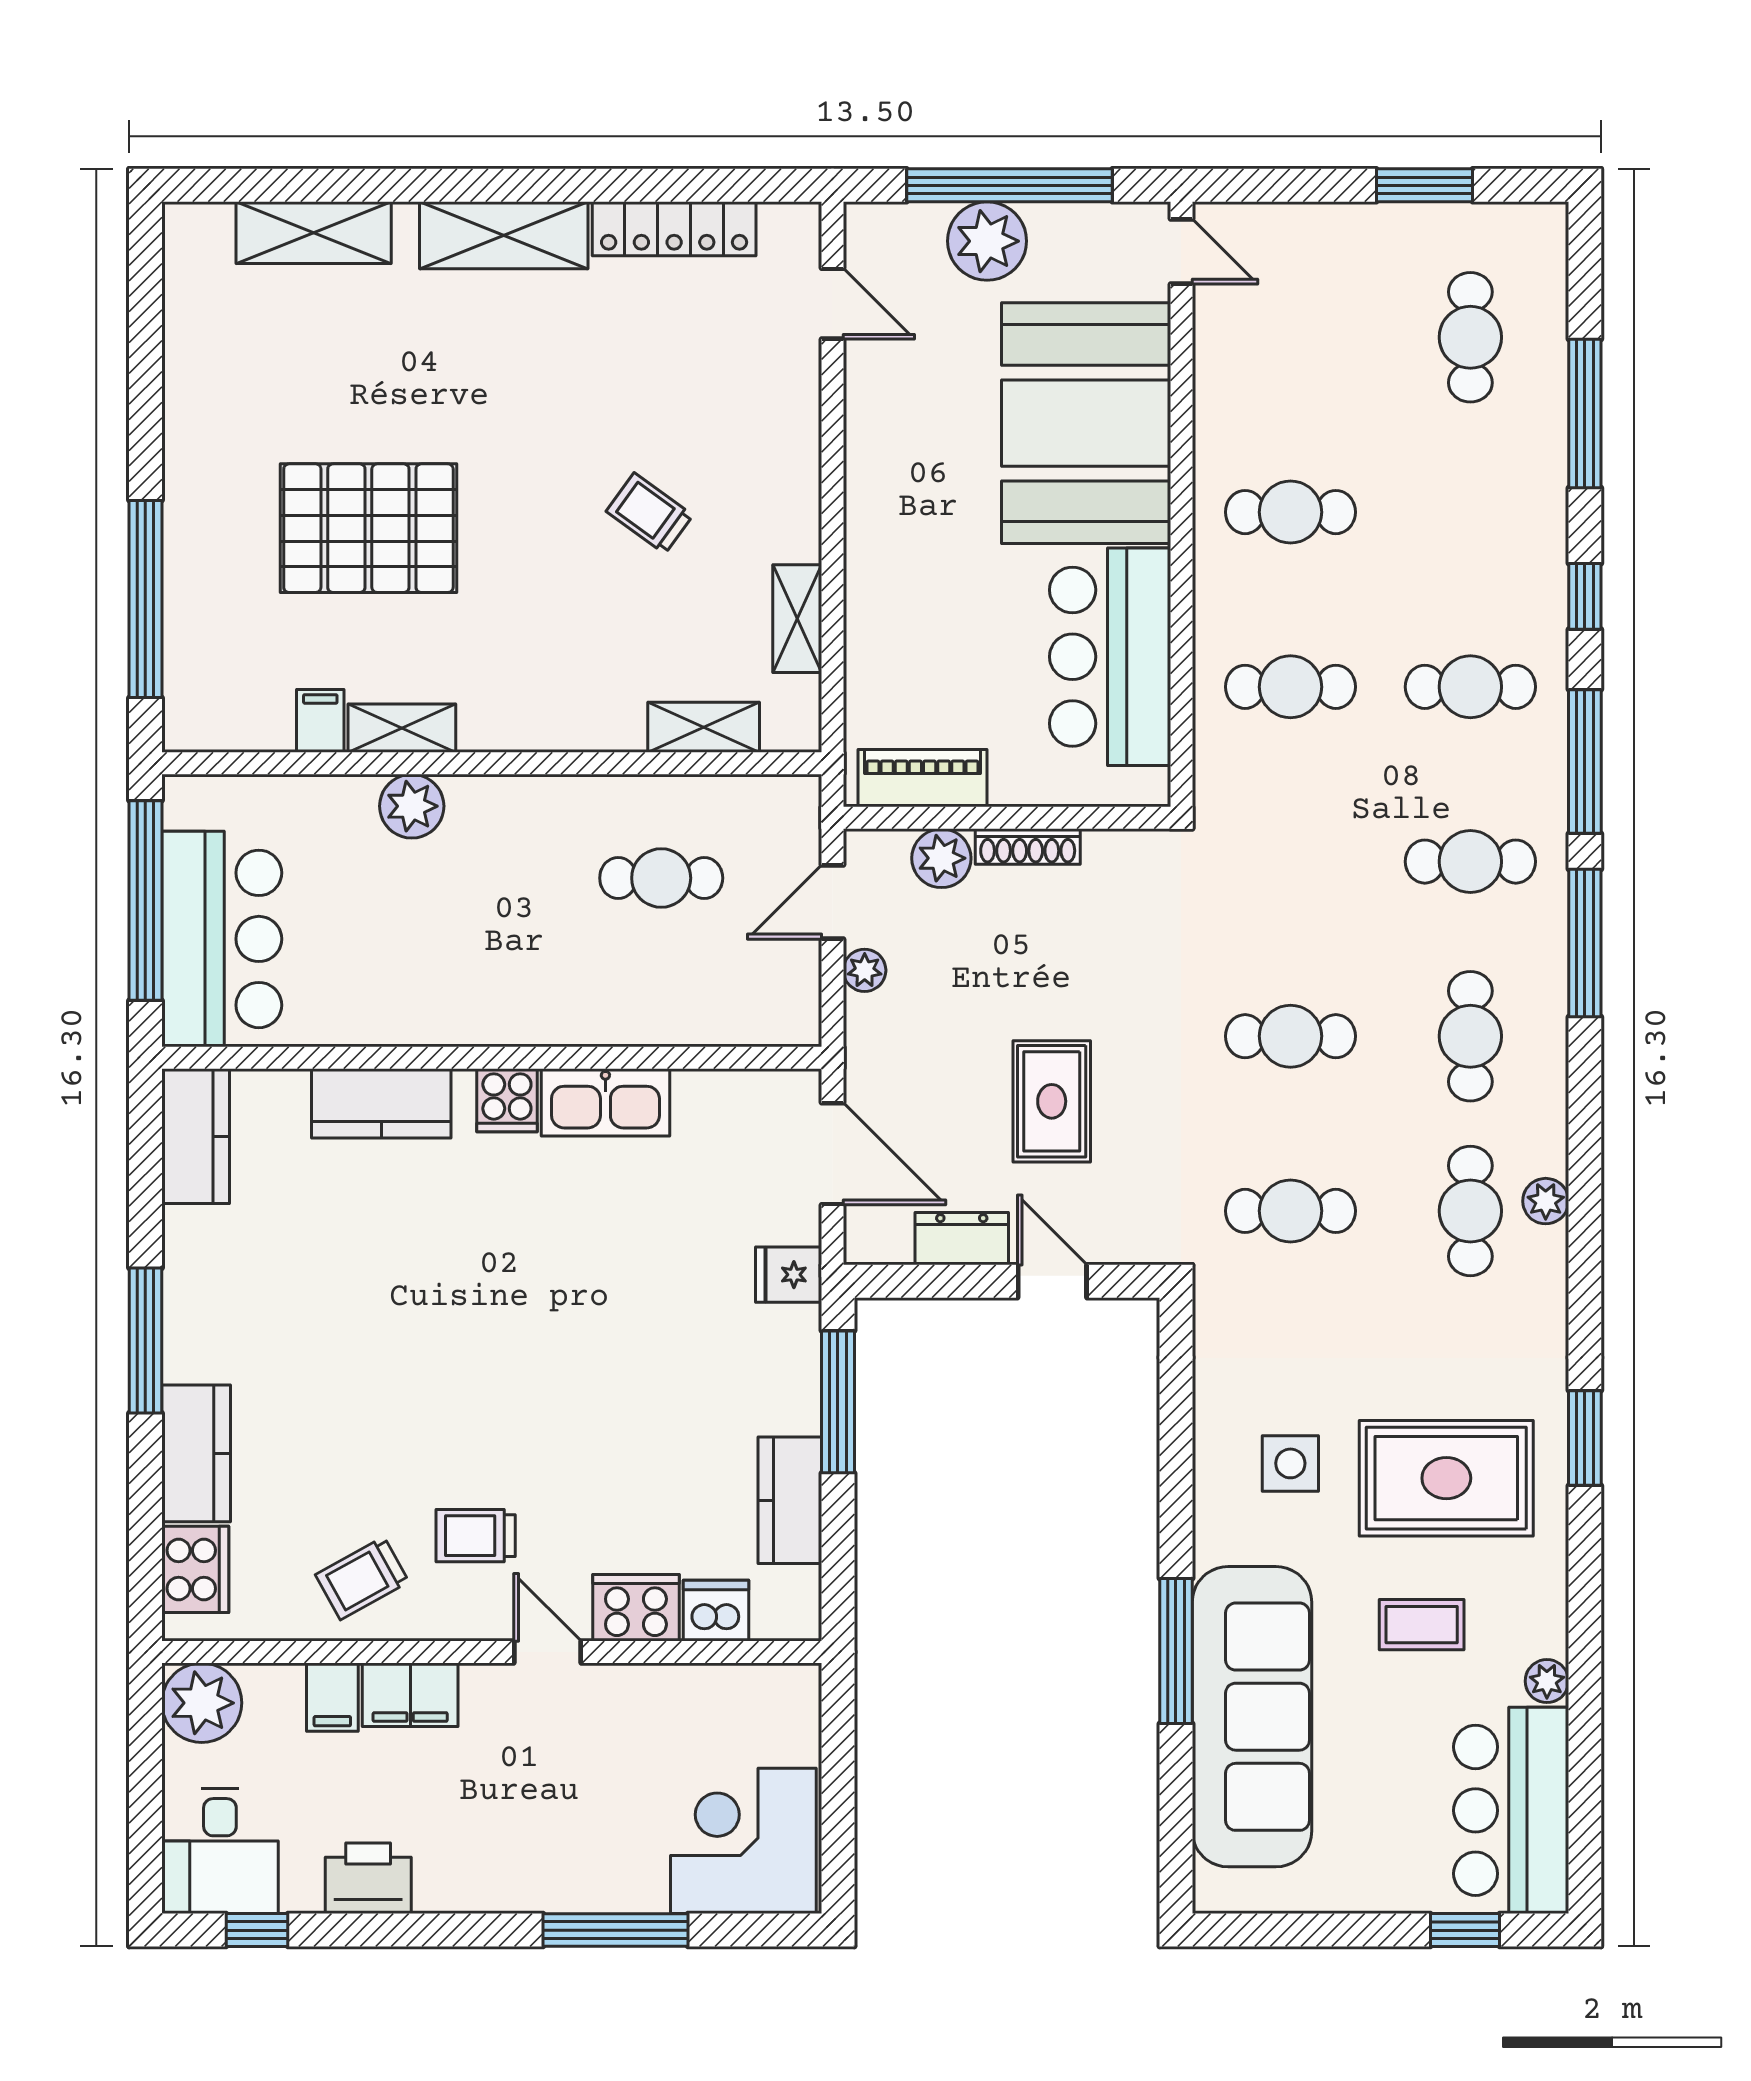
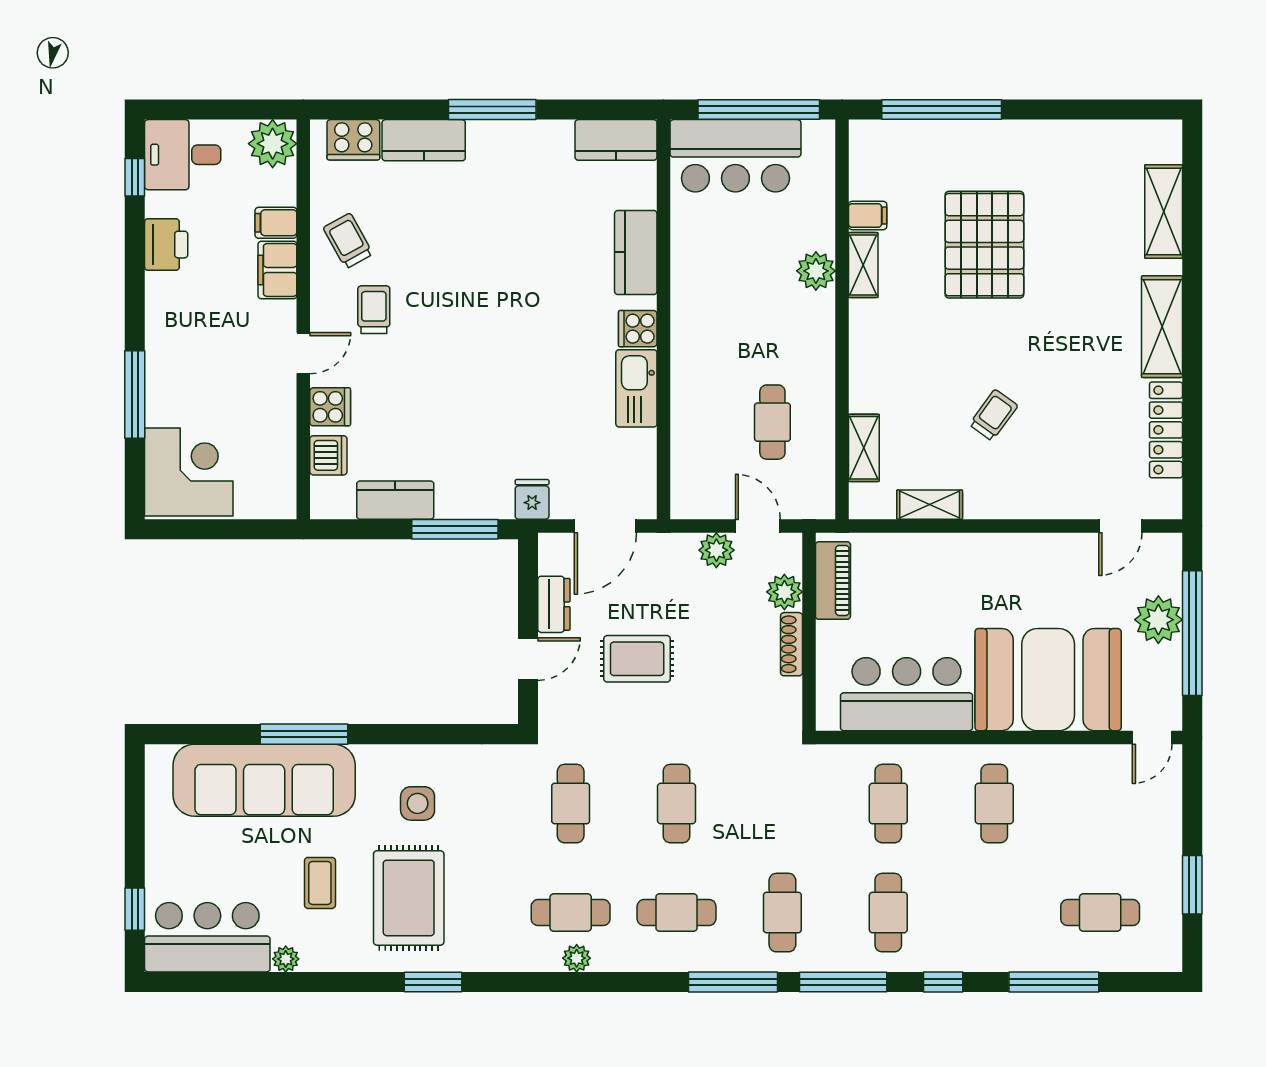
plant: (865, 970) -> (716, 550), width x1.38, depth x1.38
cooker: (636, 1608) -> (330, 407), width x0.73

